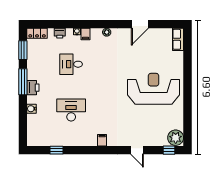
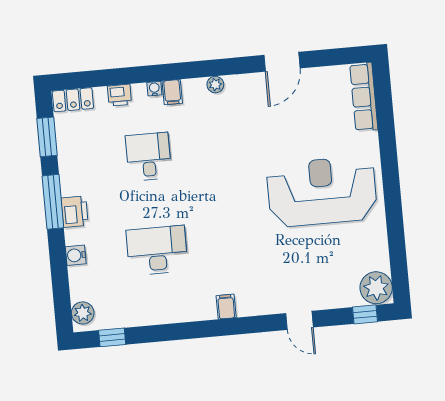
row of seats: (178, 39) -> (364, 97), width x1.48
desk: (71, 64) -> (148, 157), turned 90
plant: (32, 137) -> (83, 313), added
window: (56, 150) -> (112, 337), moved

